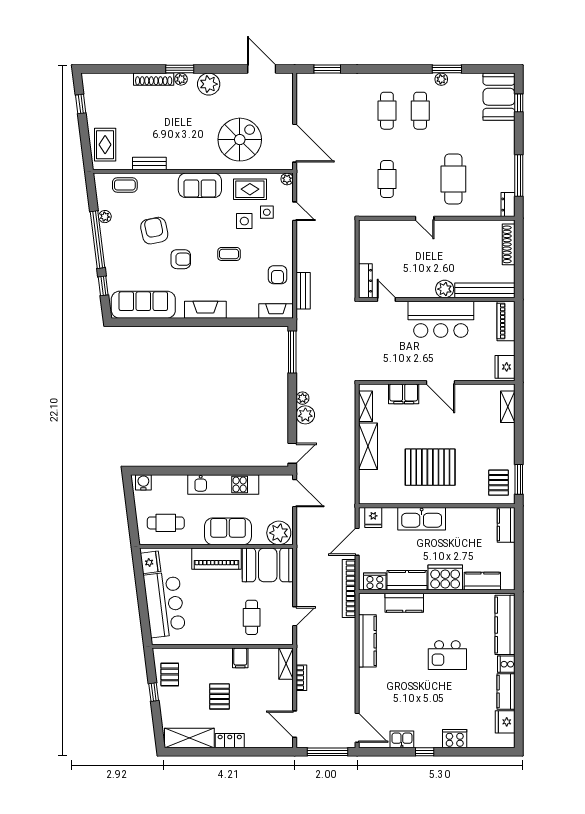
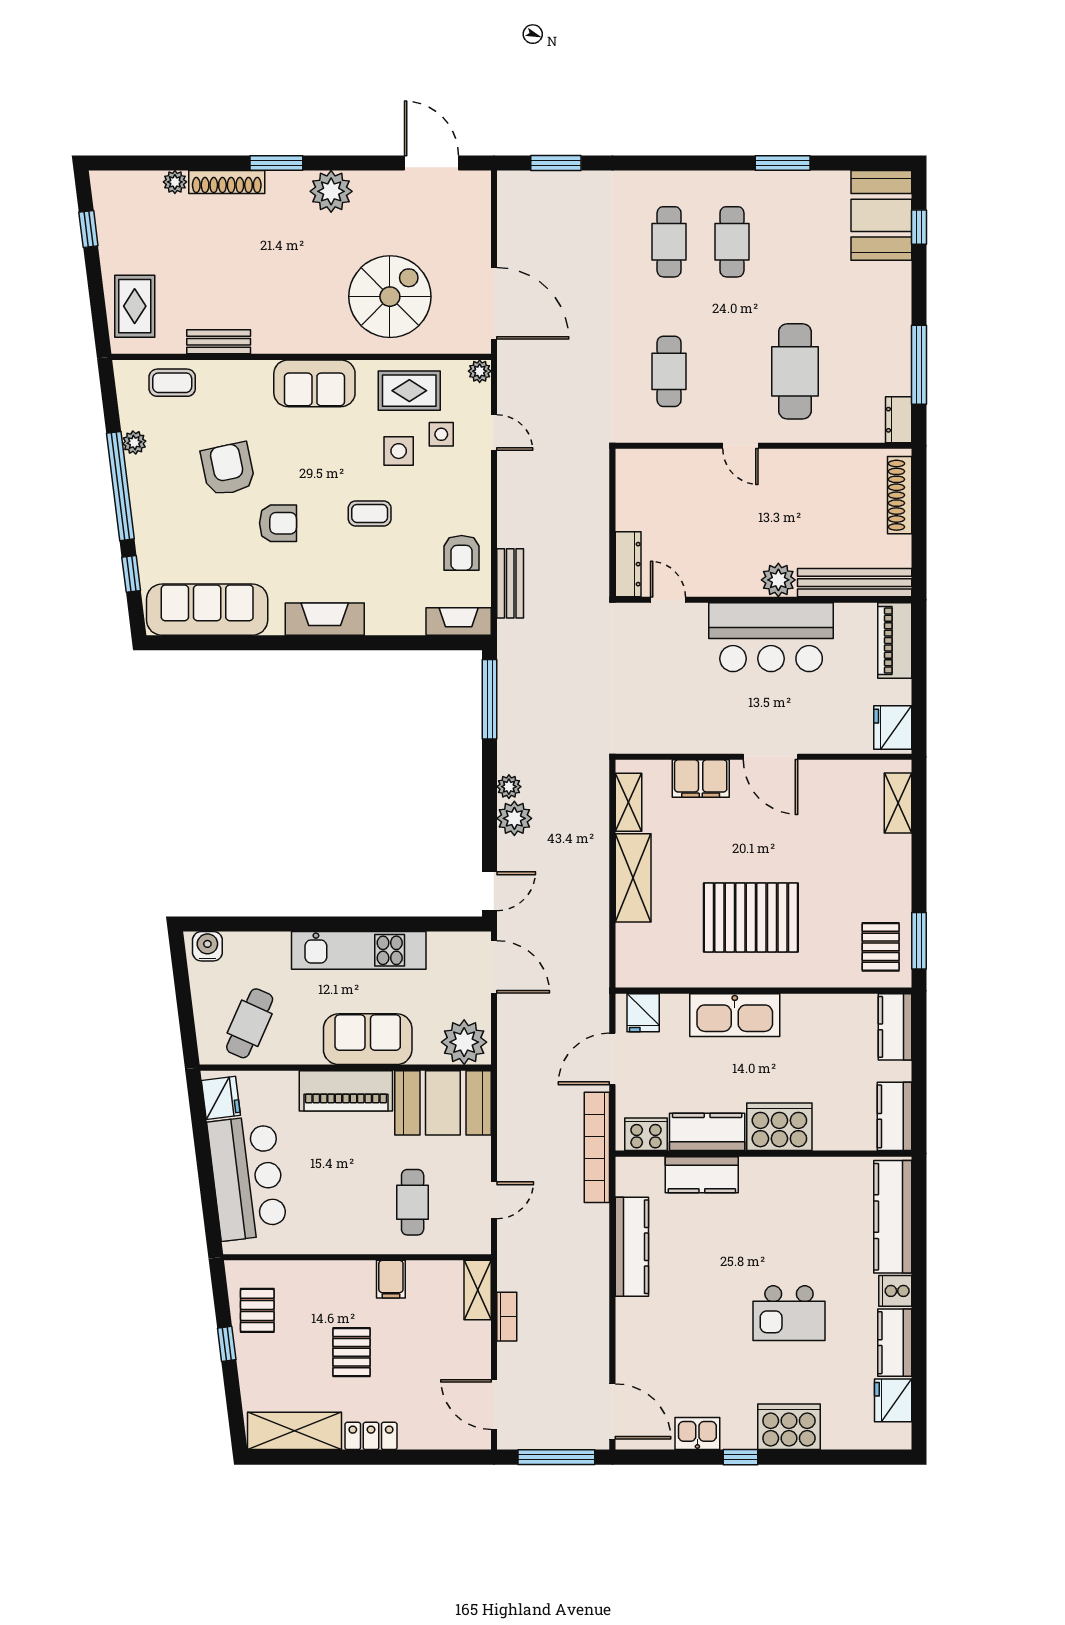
plant: (181, 79) -> (175, 182), moved
plant: (441, 79) -> (772, 182), removed
cafe table: (166, 523) -> (250, 1023), turned -66
kitchen counter: (482, 581) -> (894, 1116), moved, turned -90
kitchen island: (447, 655) -> (789, 1313), moved
cooker: (455, 739) -> (789, 1427), width x1.37, depth x1.31

